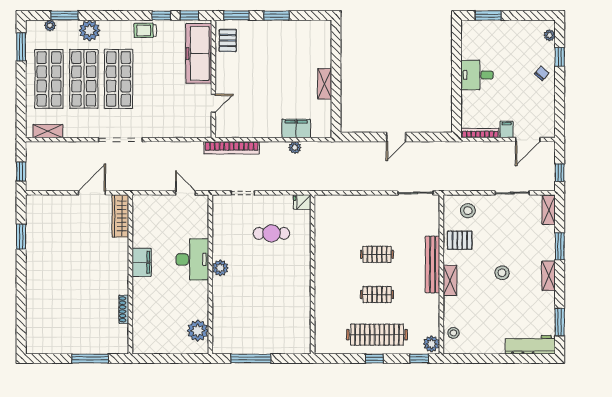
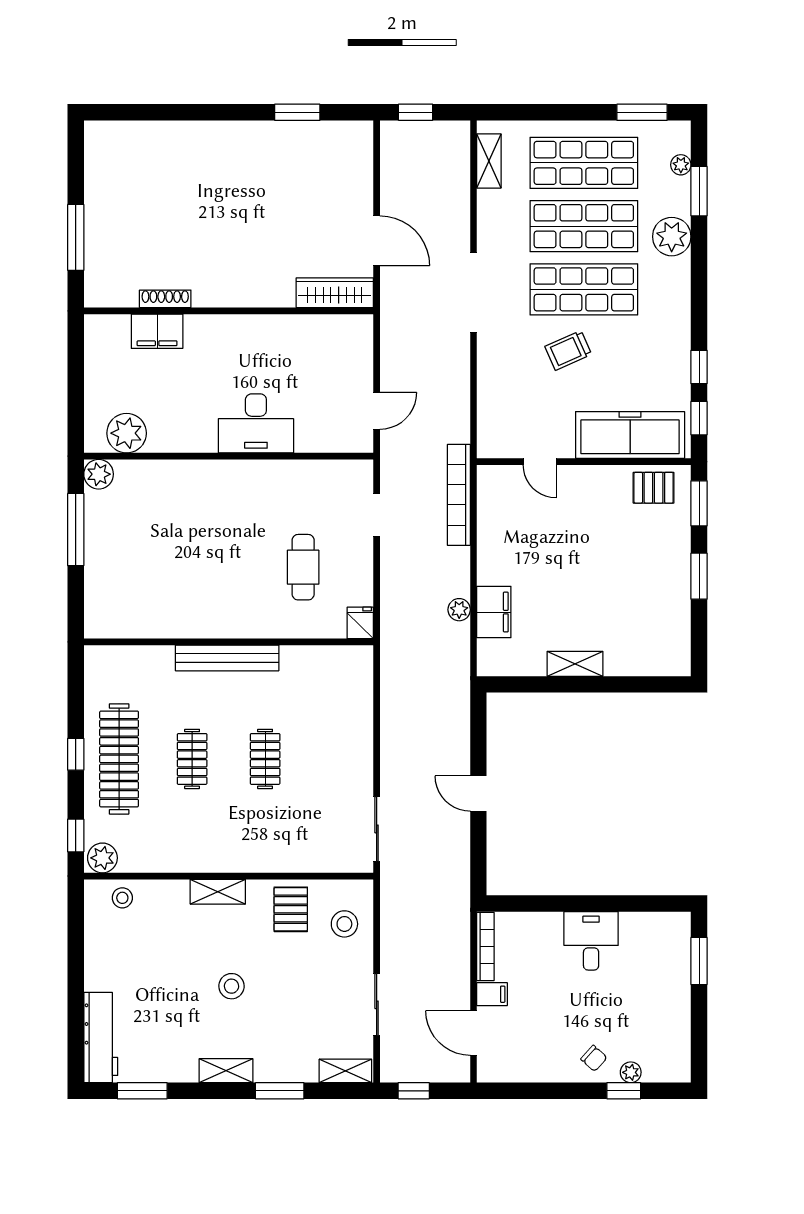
trolley: (145, 30) -> (568, 350), moved, turned -114
plant: (549, 35) -> (631, 1072), moved
filing cabinet: (142, 262) -> (157, 331), moved
bench: (433, 264) -> (227, 658), moved
plant: (220, 268) -> (99, 474), moved

